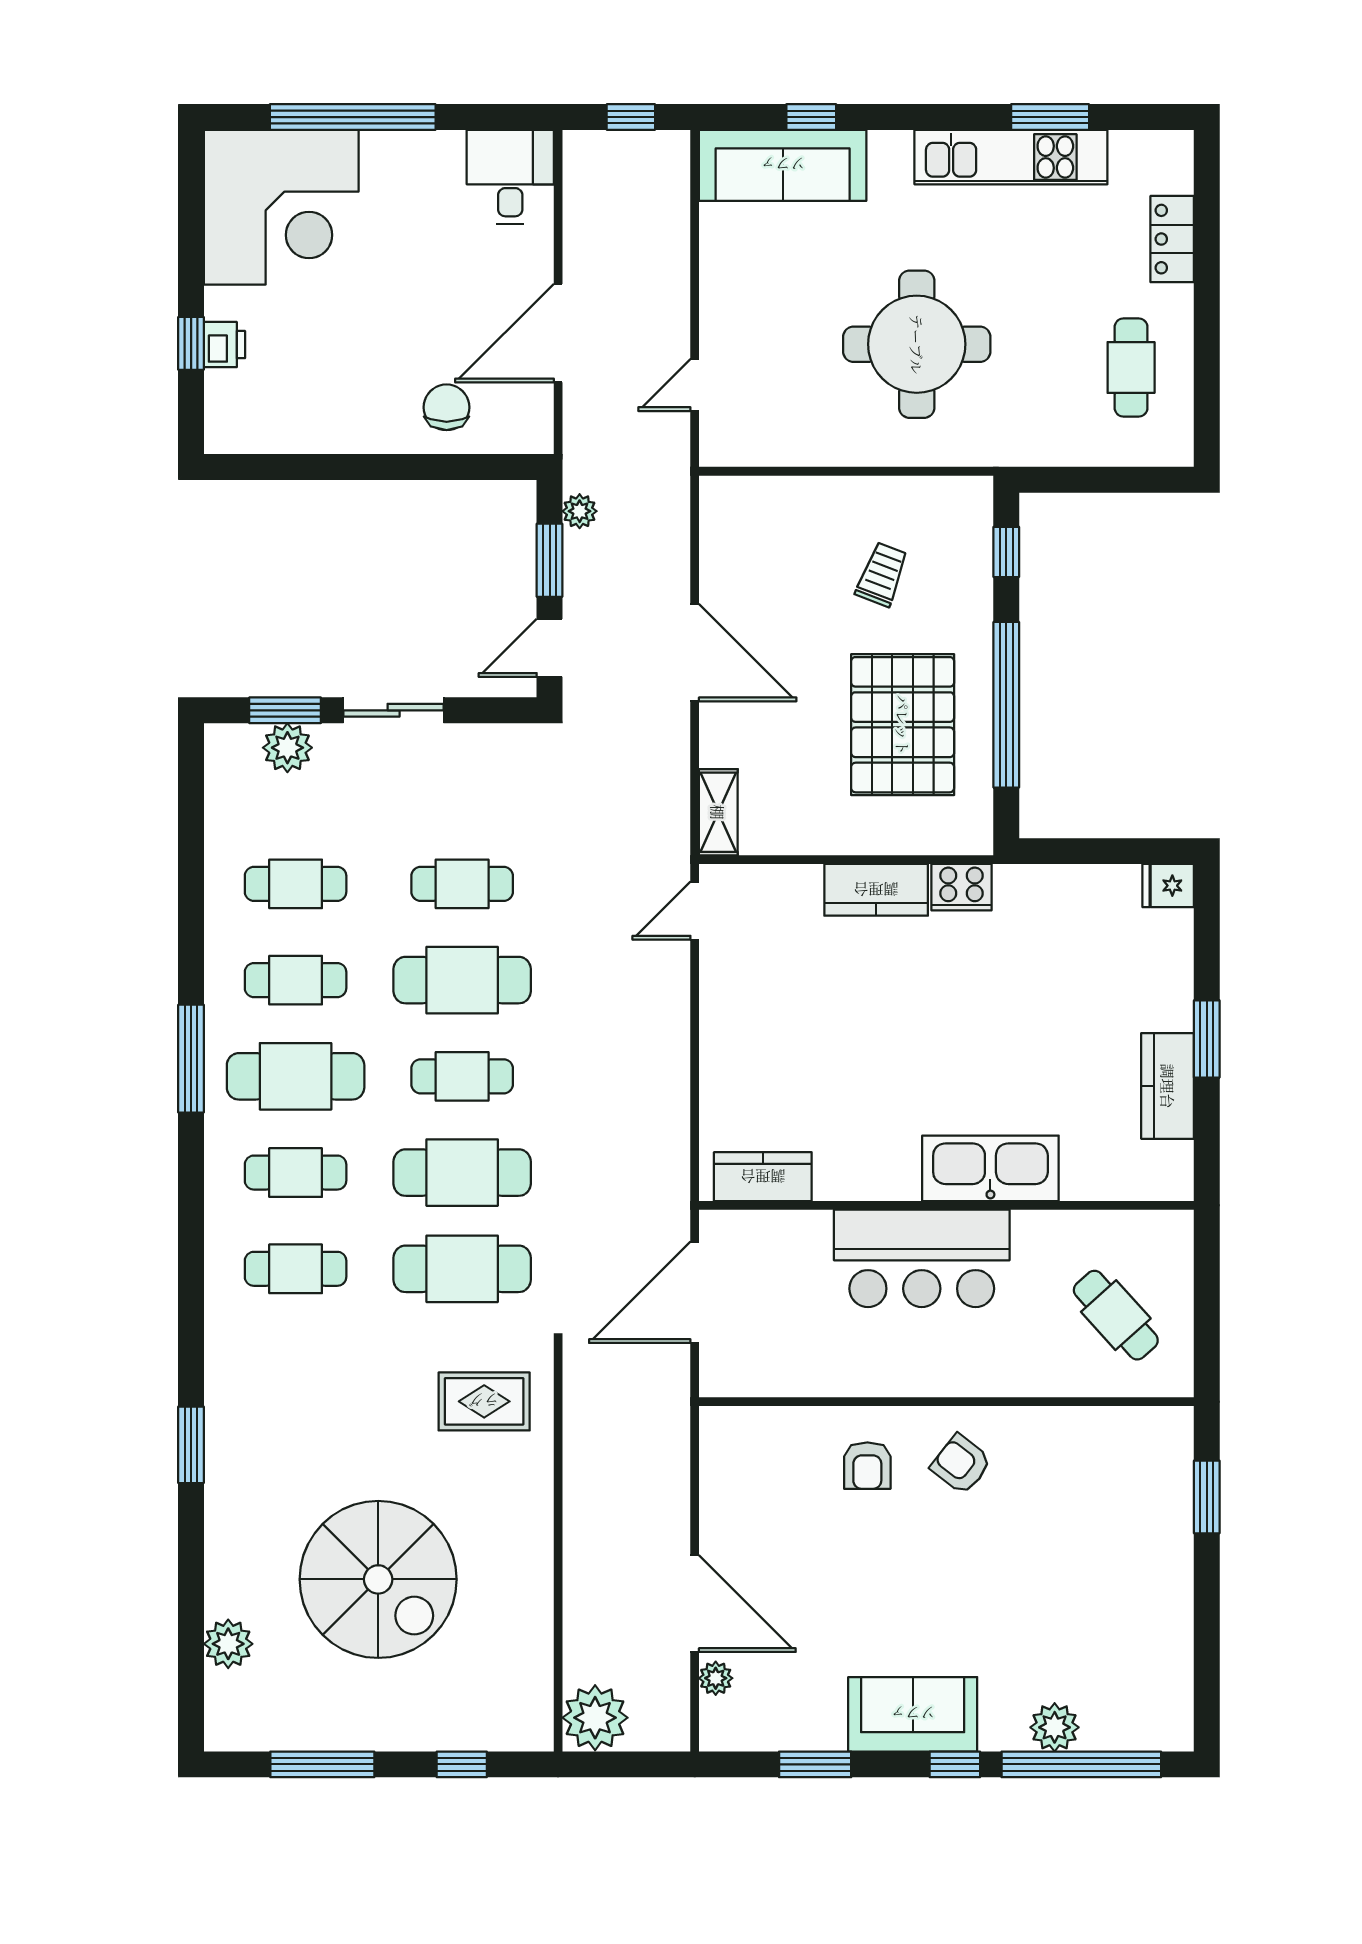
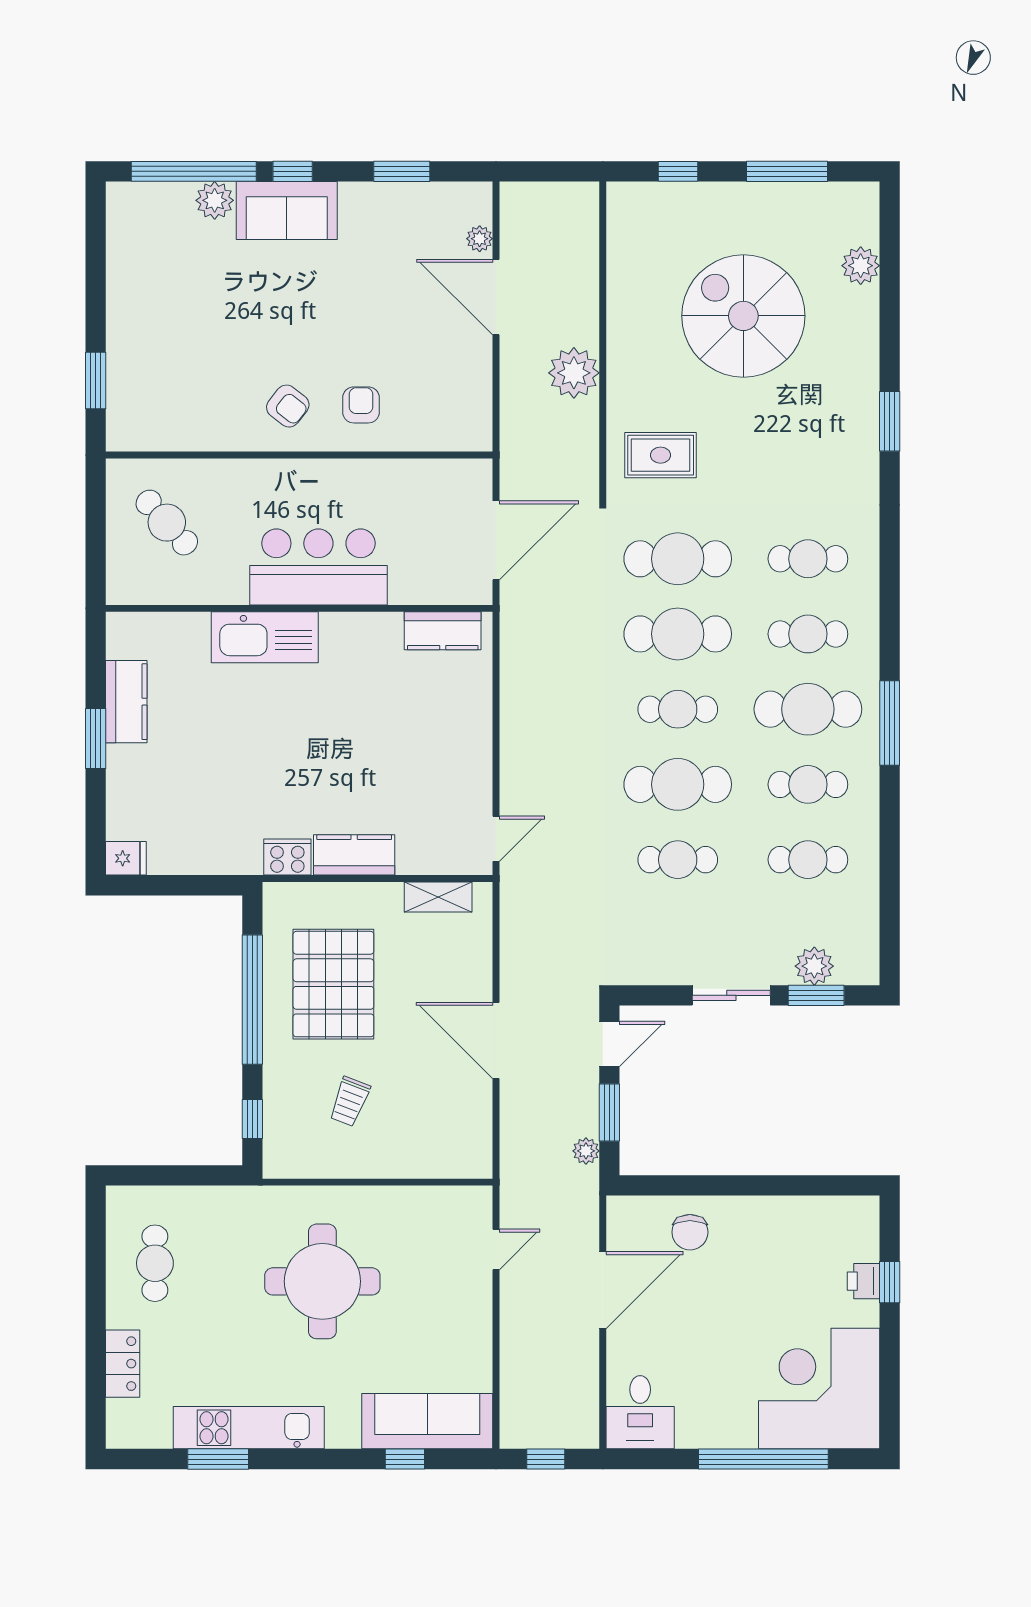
shelving: (718, 812) -> (438, 897), moved, turned 90
sofa: (913, 1714) -> (287, 211), moved
plant: (595, 1718) -> (574, 373), moved

